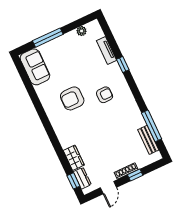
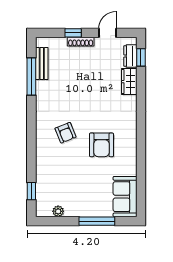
tv unit: (106, 50) -> (41, 178), removed
window: (123, 65) -> (31, 191), moved
armchair: (105, 95) -> (66, 133), turned -112
armchair: (72, 98) -> (101, 145), turned 90

